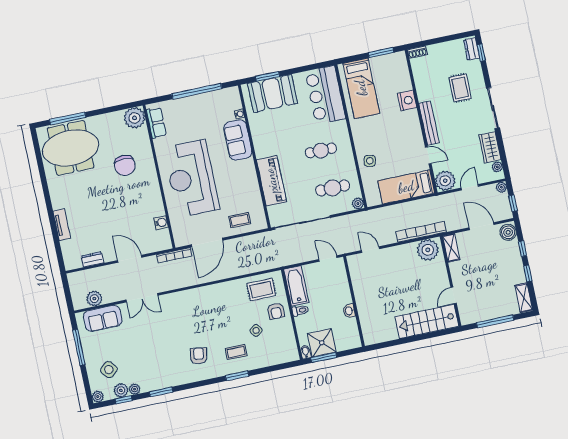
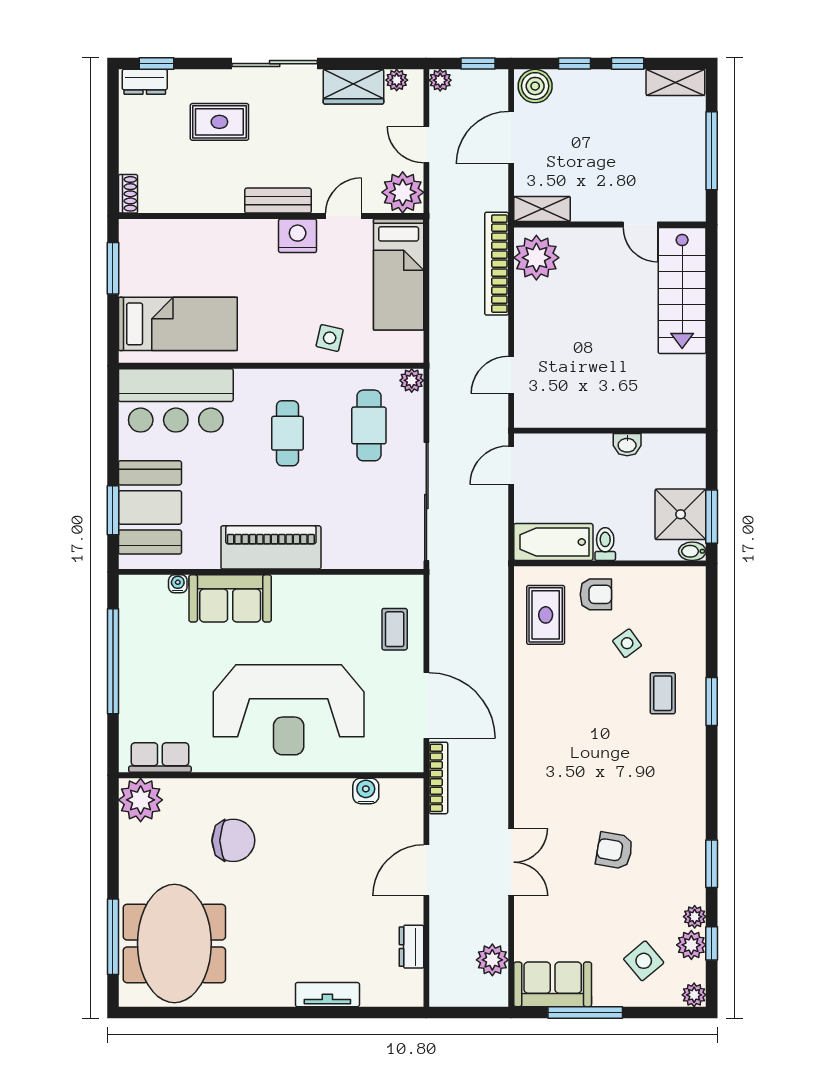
nightstand: (407, 100) -> (298, 236), moved
bench: (429, 123) -> (278, 201), width x0.73
piano: (271, 181) -> (271, 547), moved
sofa: (103, 318) -> (553, 984), moved, turned -90
armchair: (199, 356) -> (614, 851), moved

